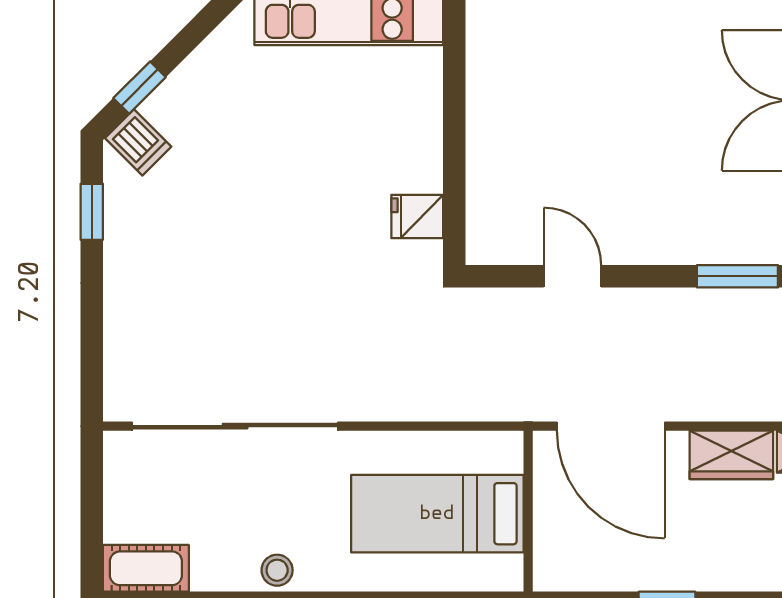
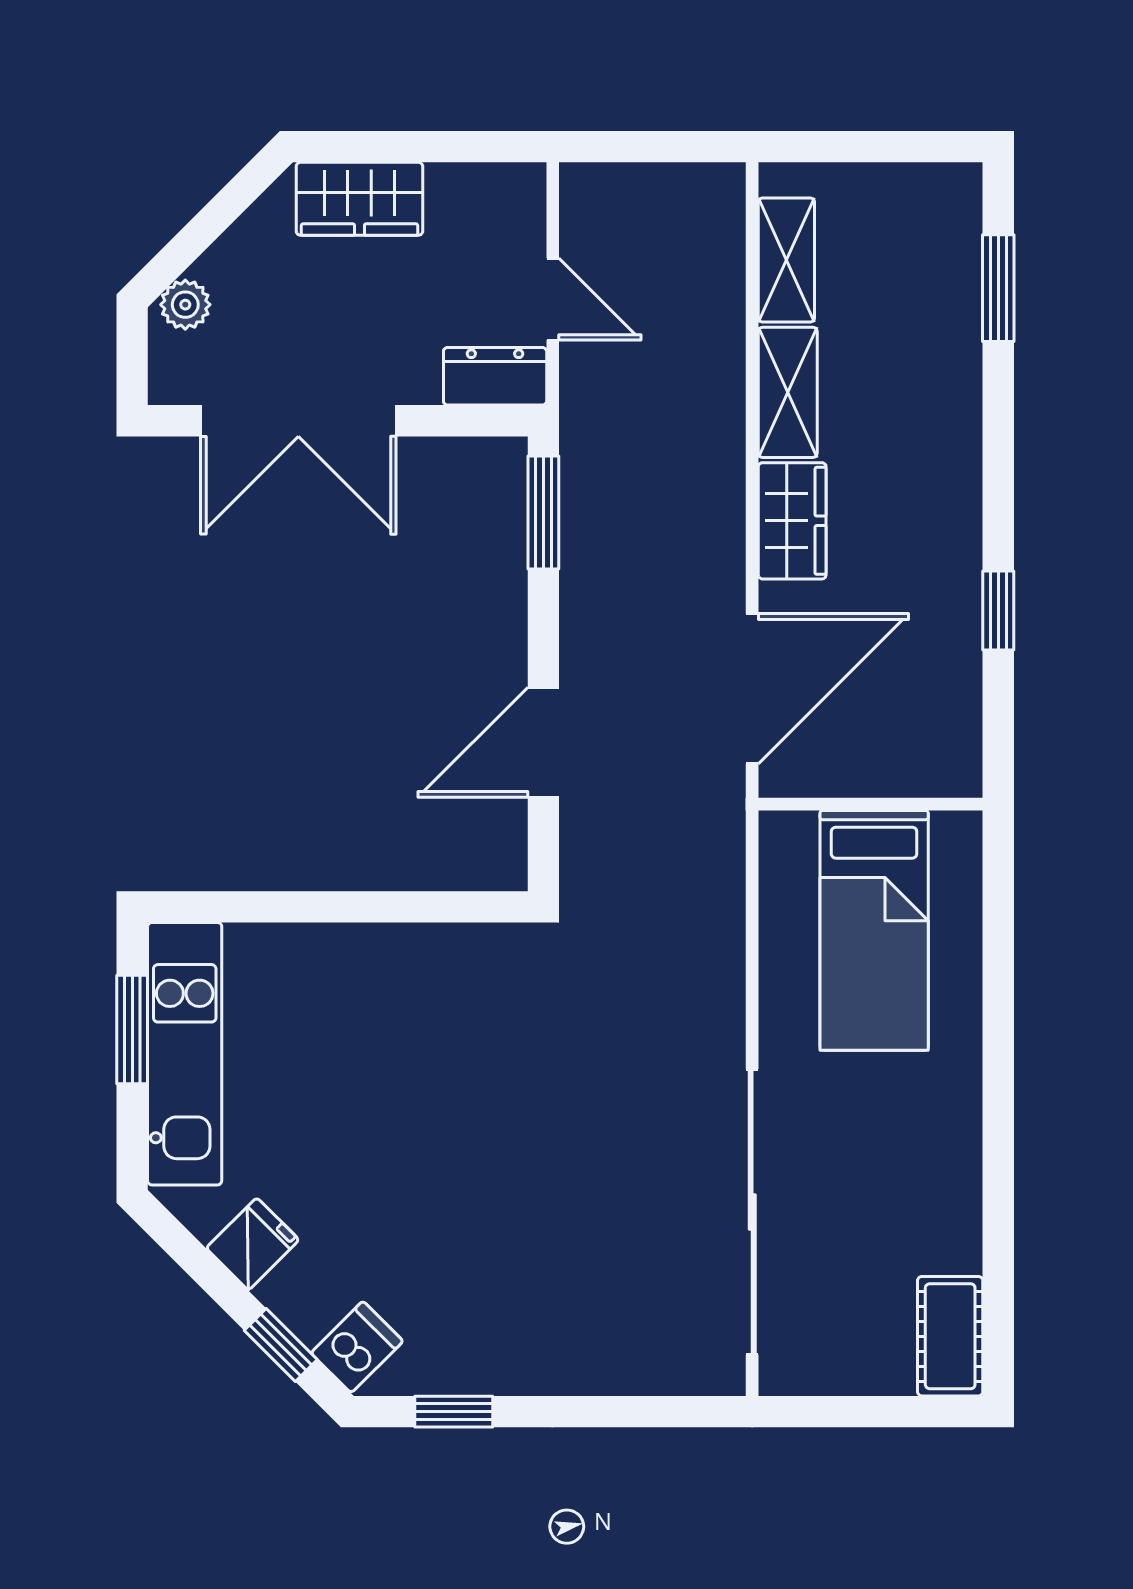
fridge: (417, 216) -> (253, 1244), moved, turned -135
door: (572, 276) -> (543, 742), width x1.38
stool: (277, 570) -> (953, 1154), removed

